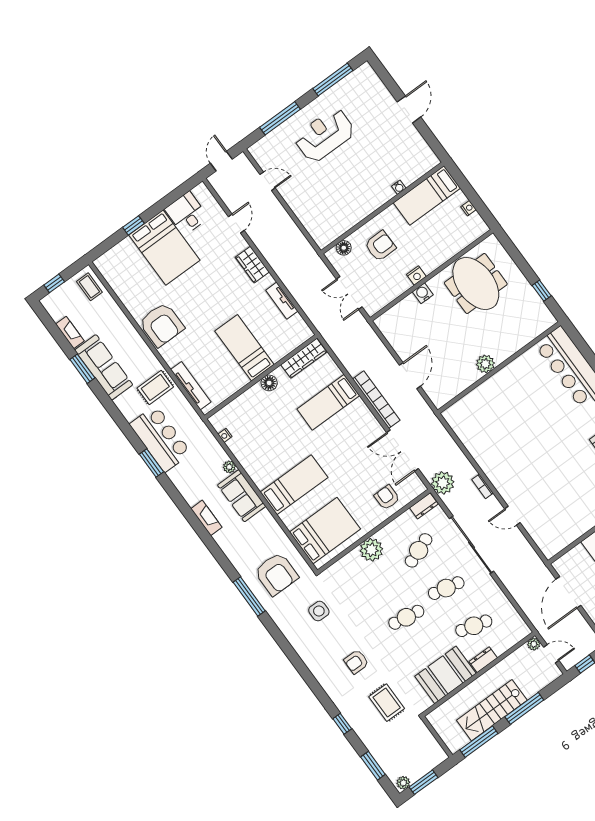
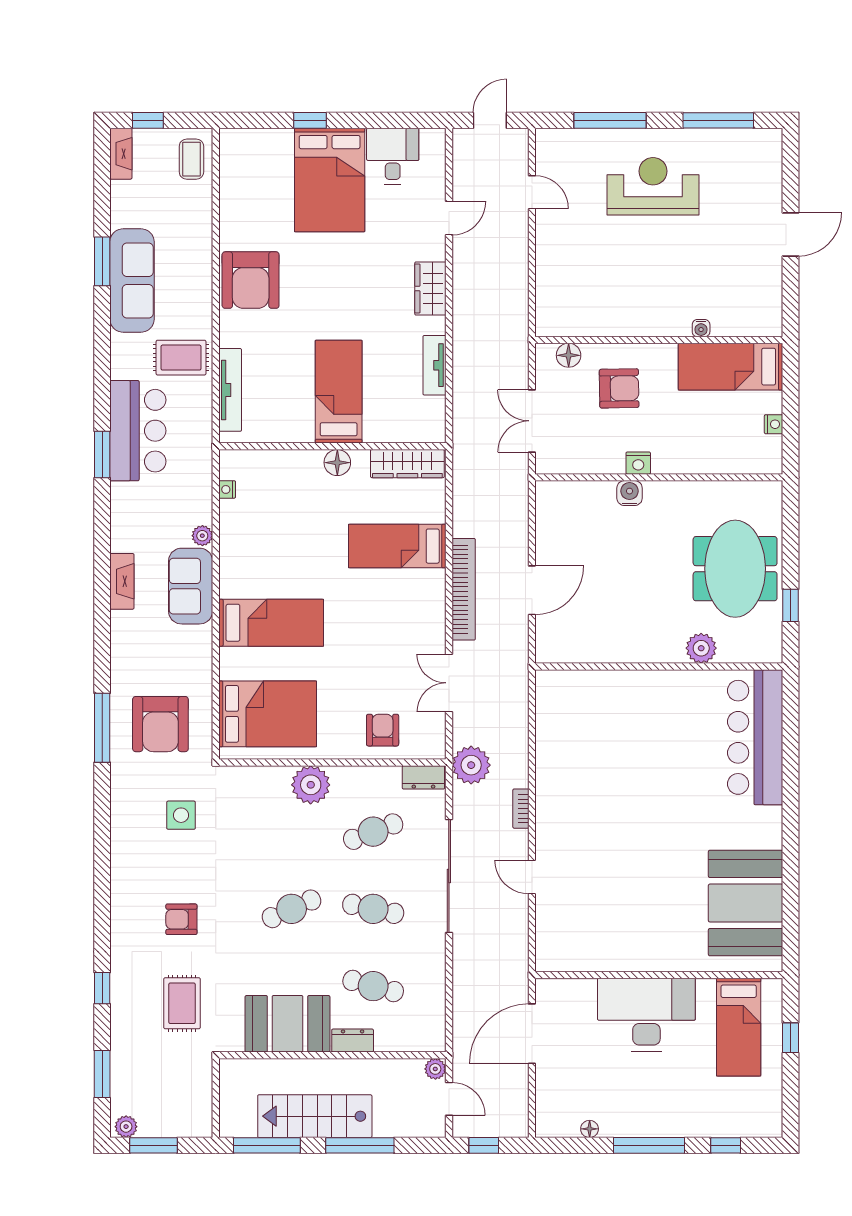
meeting table: (476, 283) -> (735, 569), moved
fireplace: (70, 332) -> (121, 154), moved
plant: (485, 364) -> (701, 648), moved
double door: (402, 451) -> (449, 683), width x0.73
cafe table: (406, 617) -> (292, 909), turned -33

